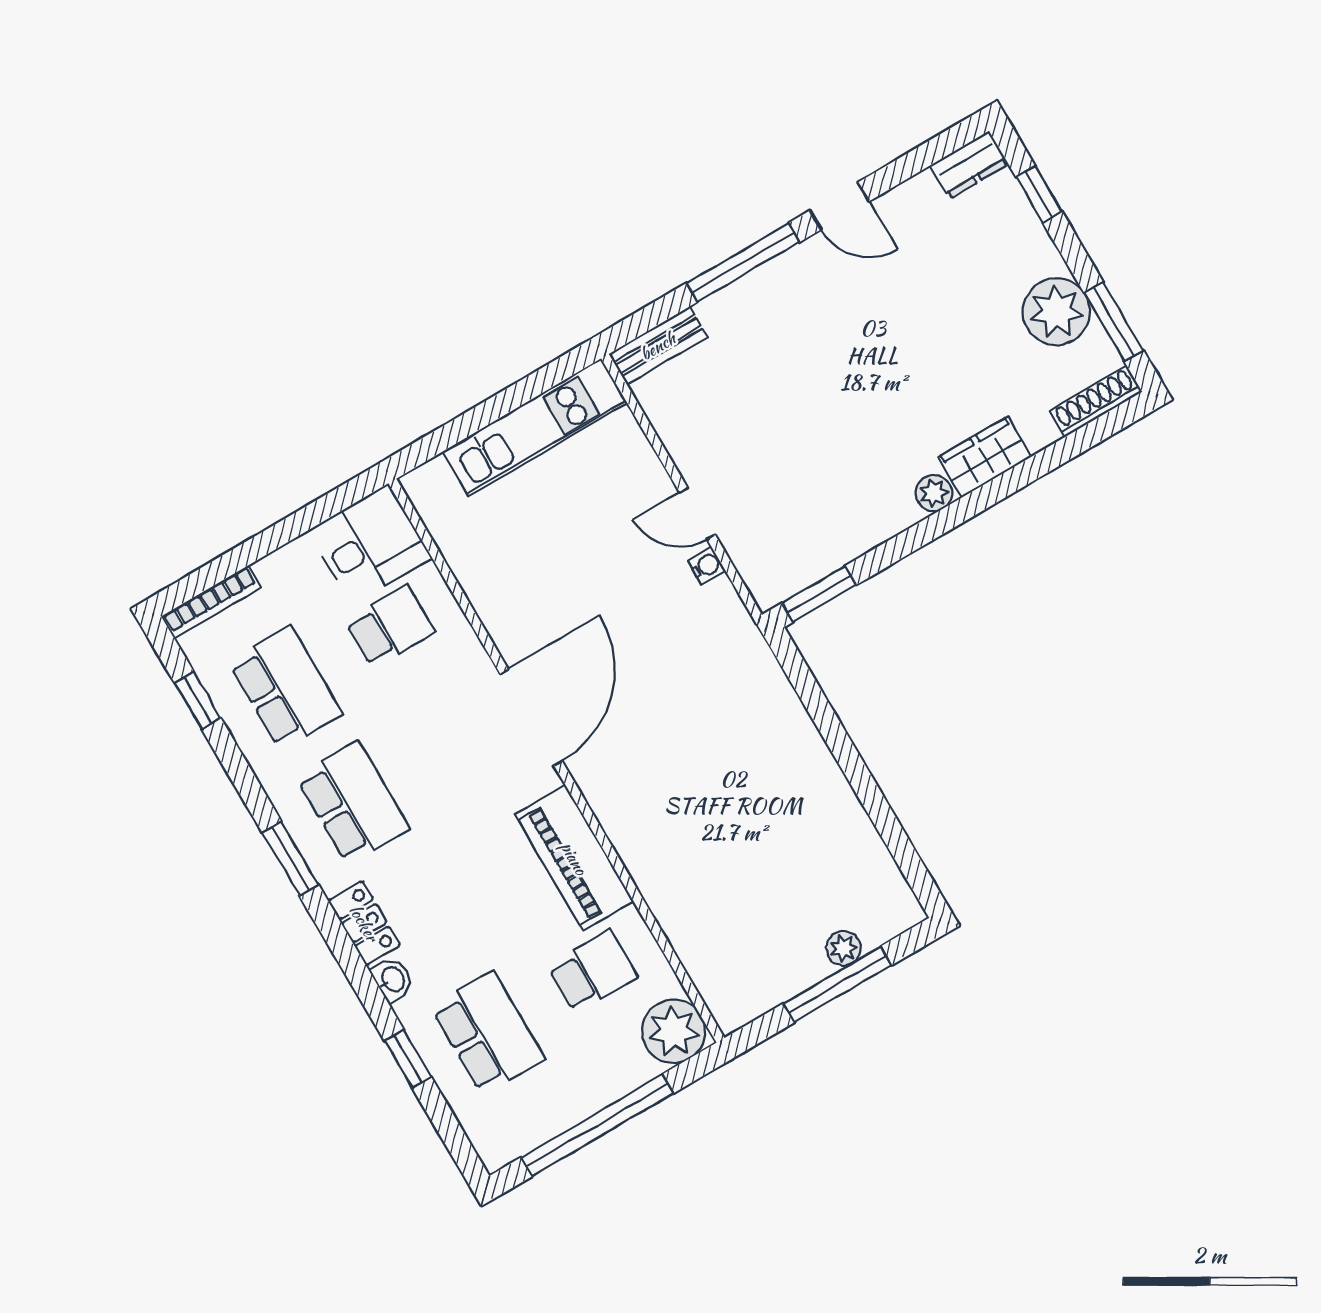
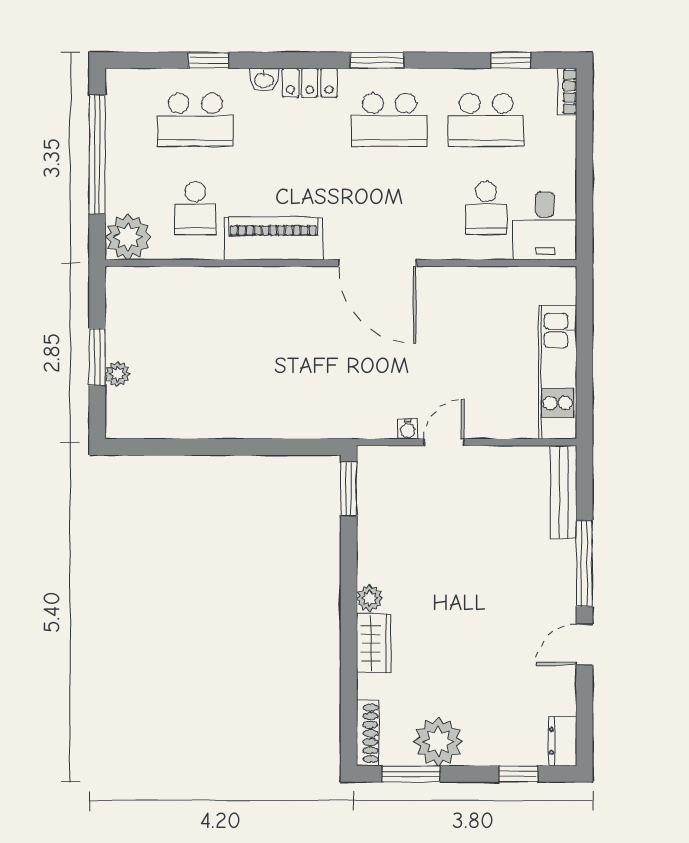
bench: (658, 346) -> (564, 492), width x1.36
bookcase: (211, 602) -> (567, 92), width x0.64
window: (837, 984) -> (97, 357), width x0.69

